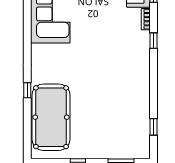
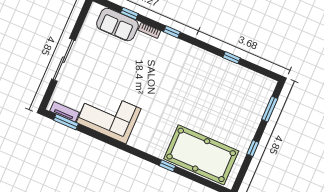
window: (153, 127) -> (232, 58), moved

